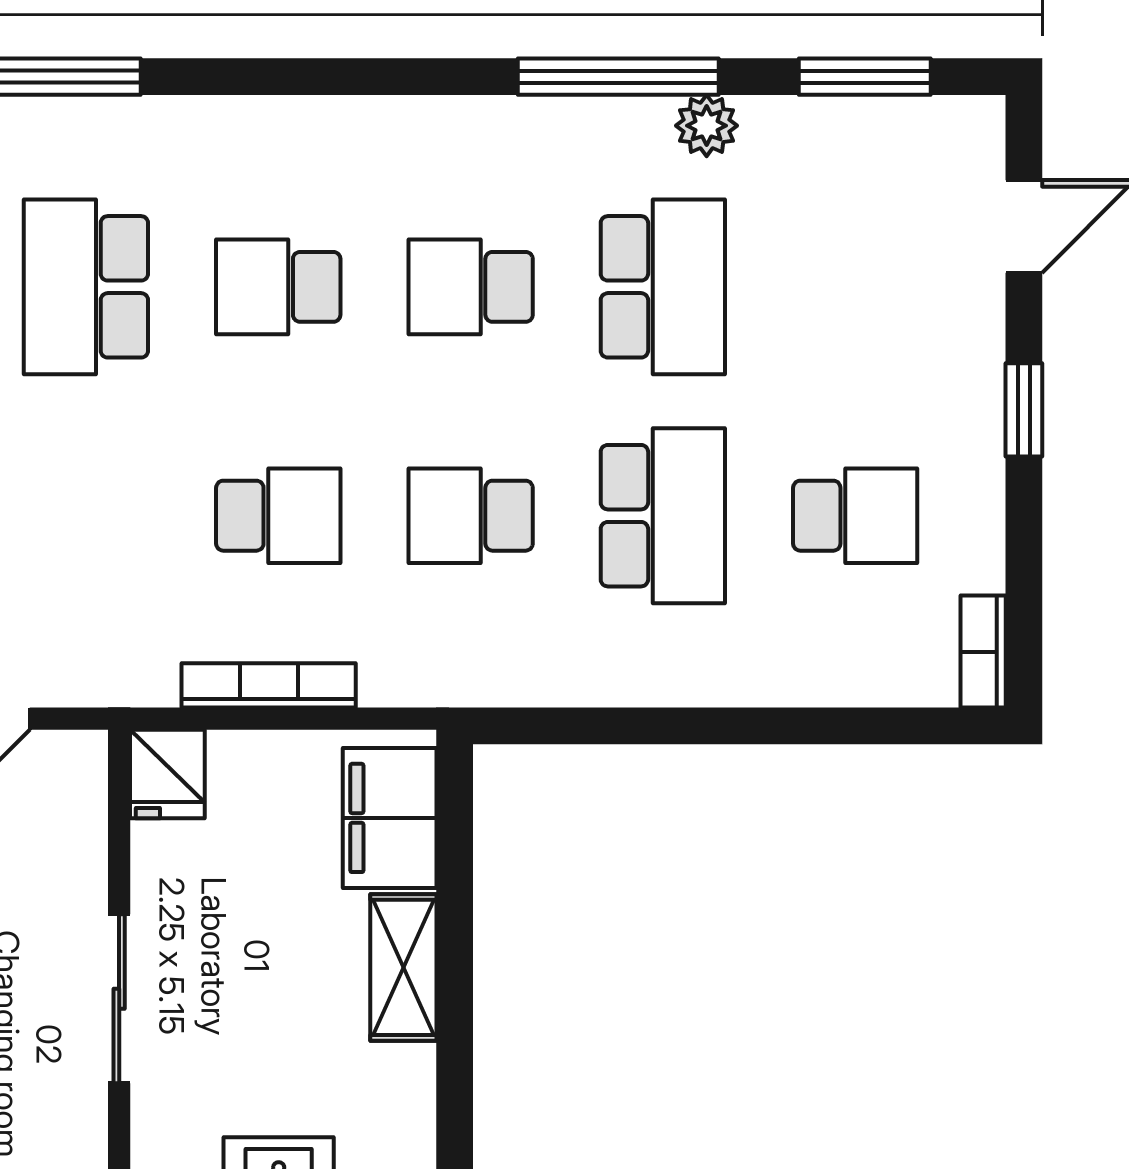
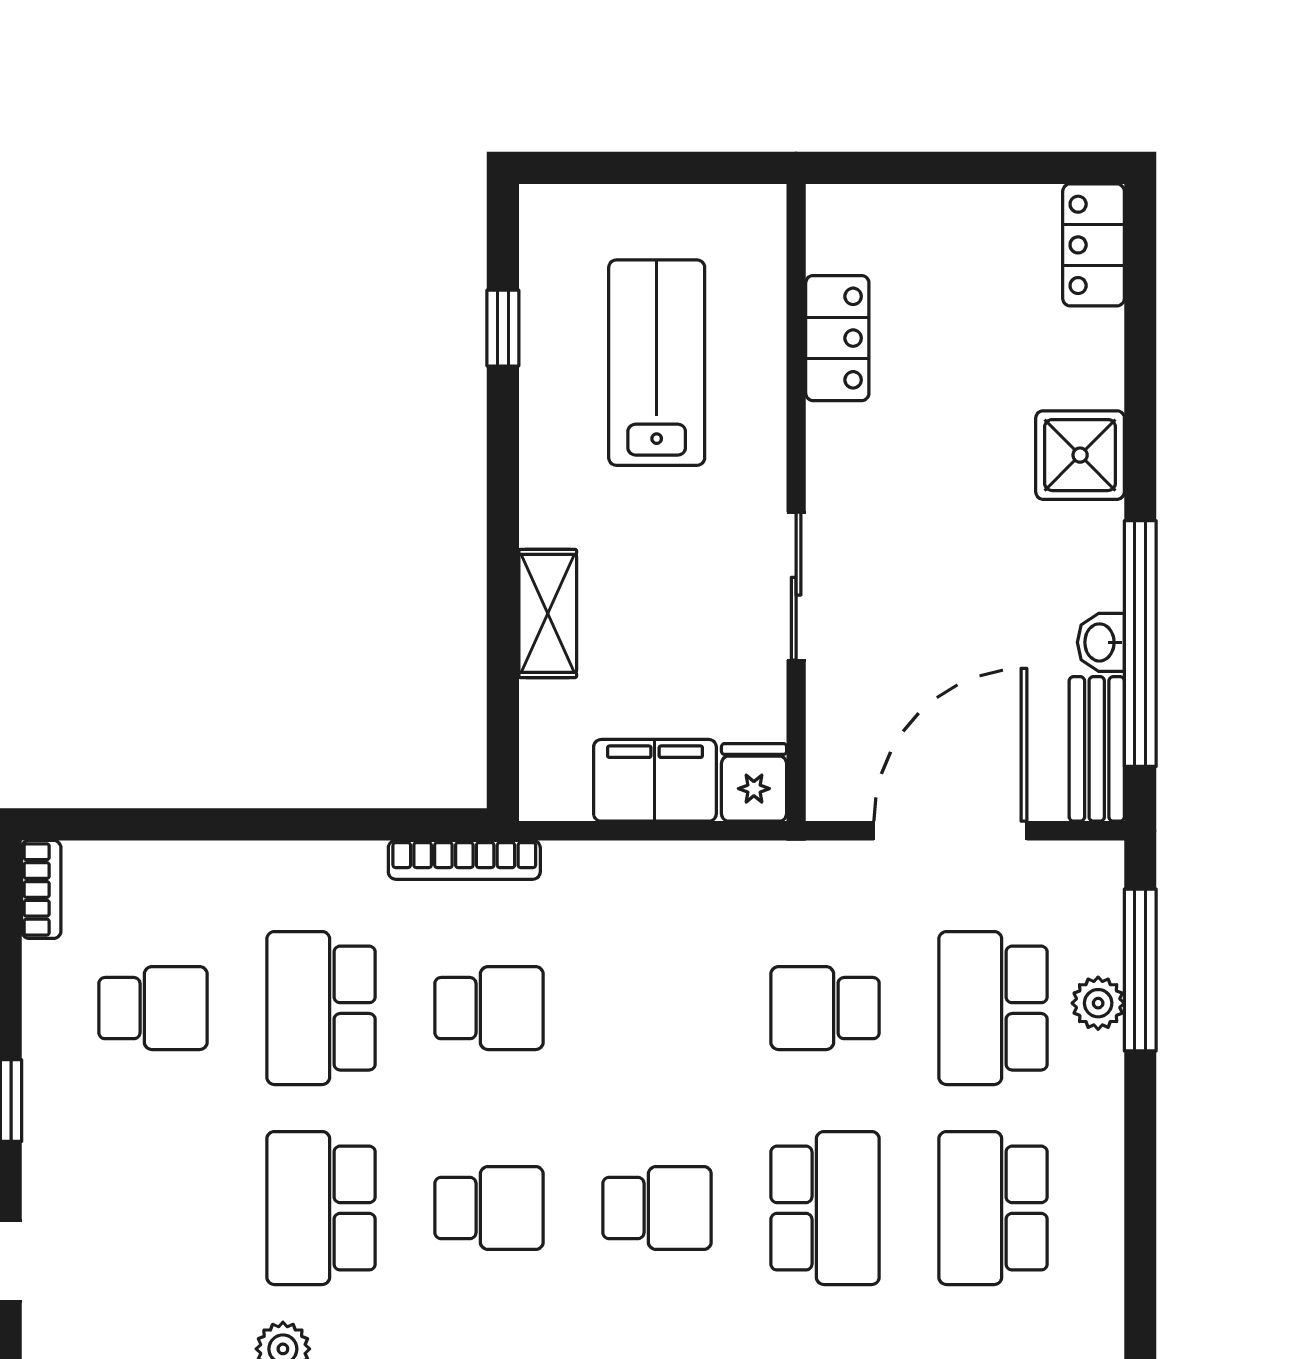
school desk: (278, 516) -> (825, 1008), moved
school desk: (855, 516) -> (153, 1008), turned 180
bookcase: (269, 685) -> (464, 860), moved
filing cabinet: (390, 818) -> (655, 780), moved, turned -90

